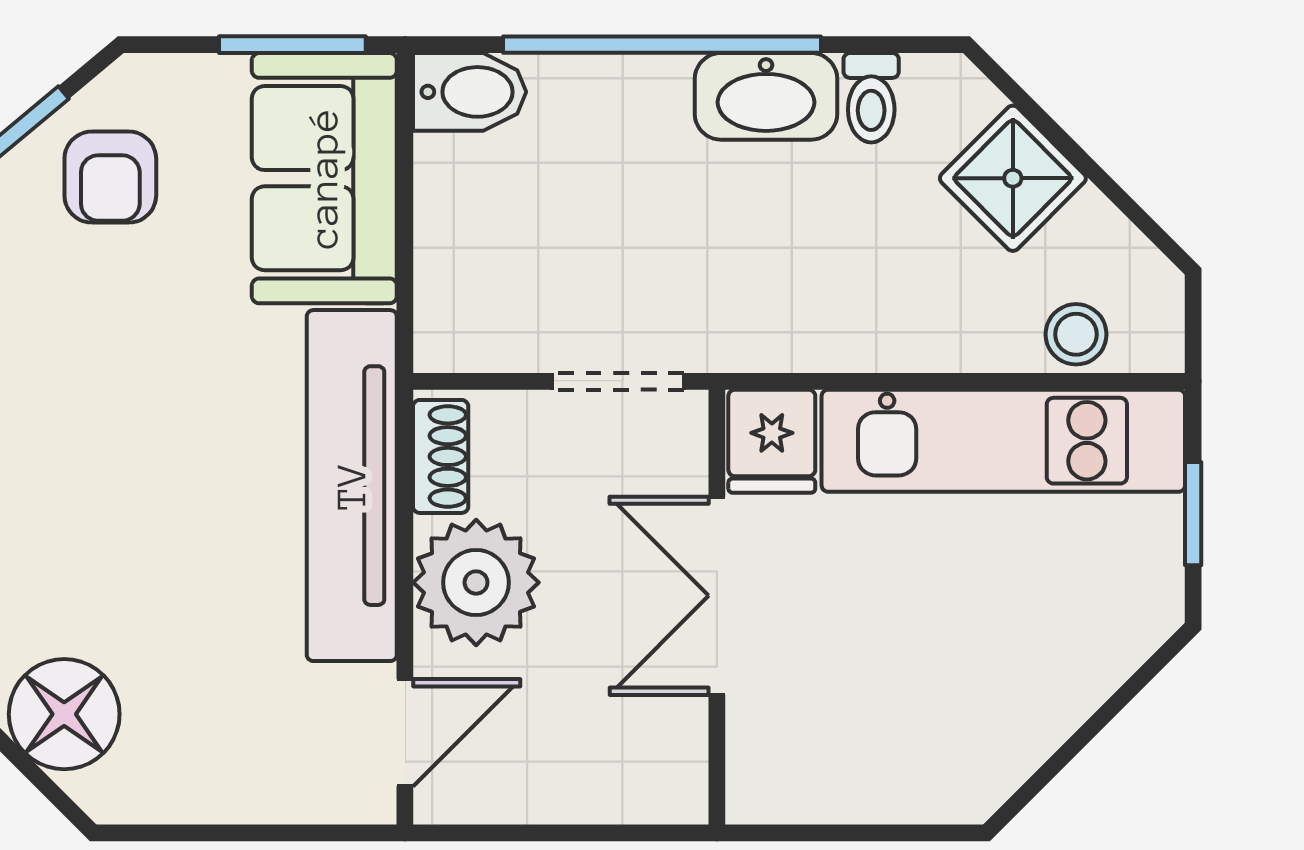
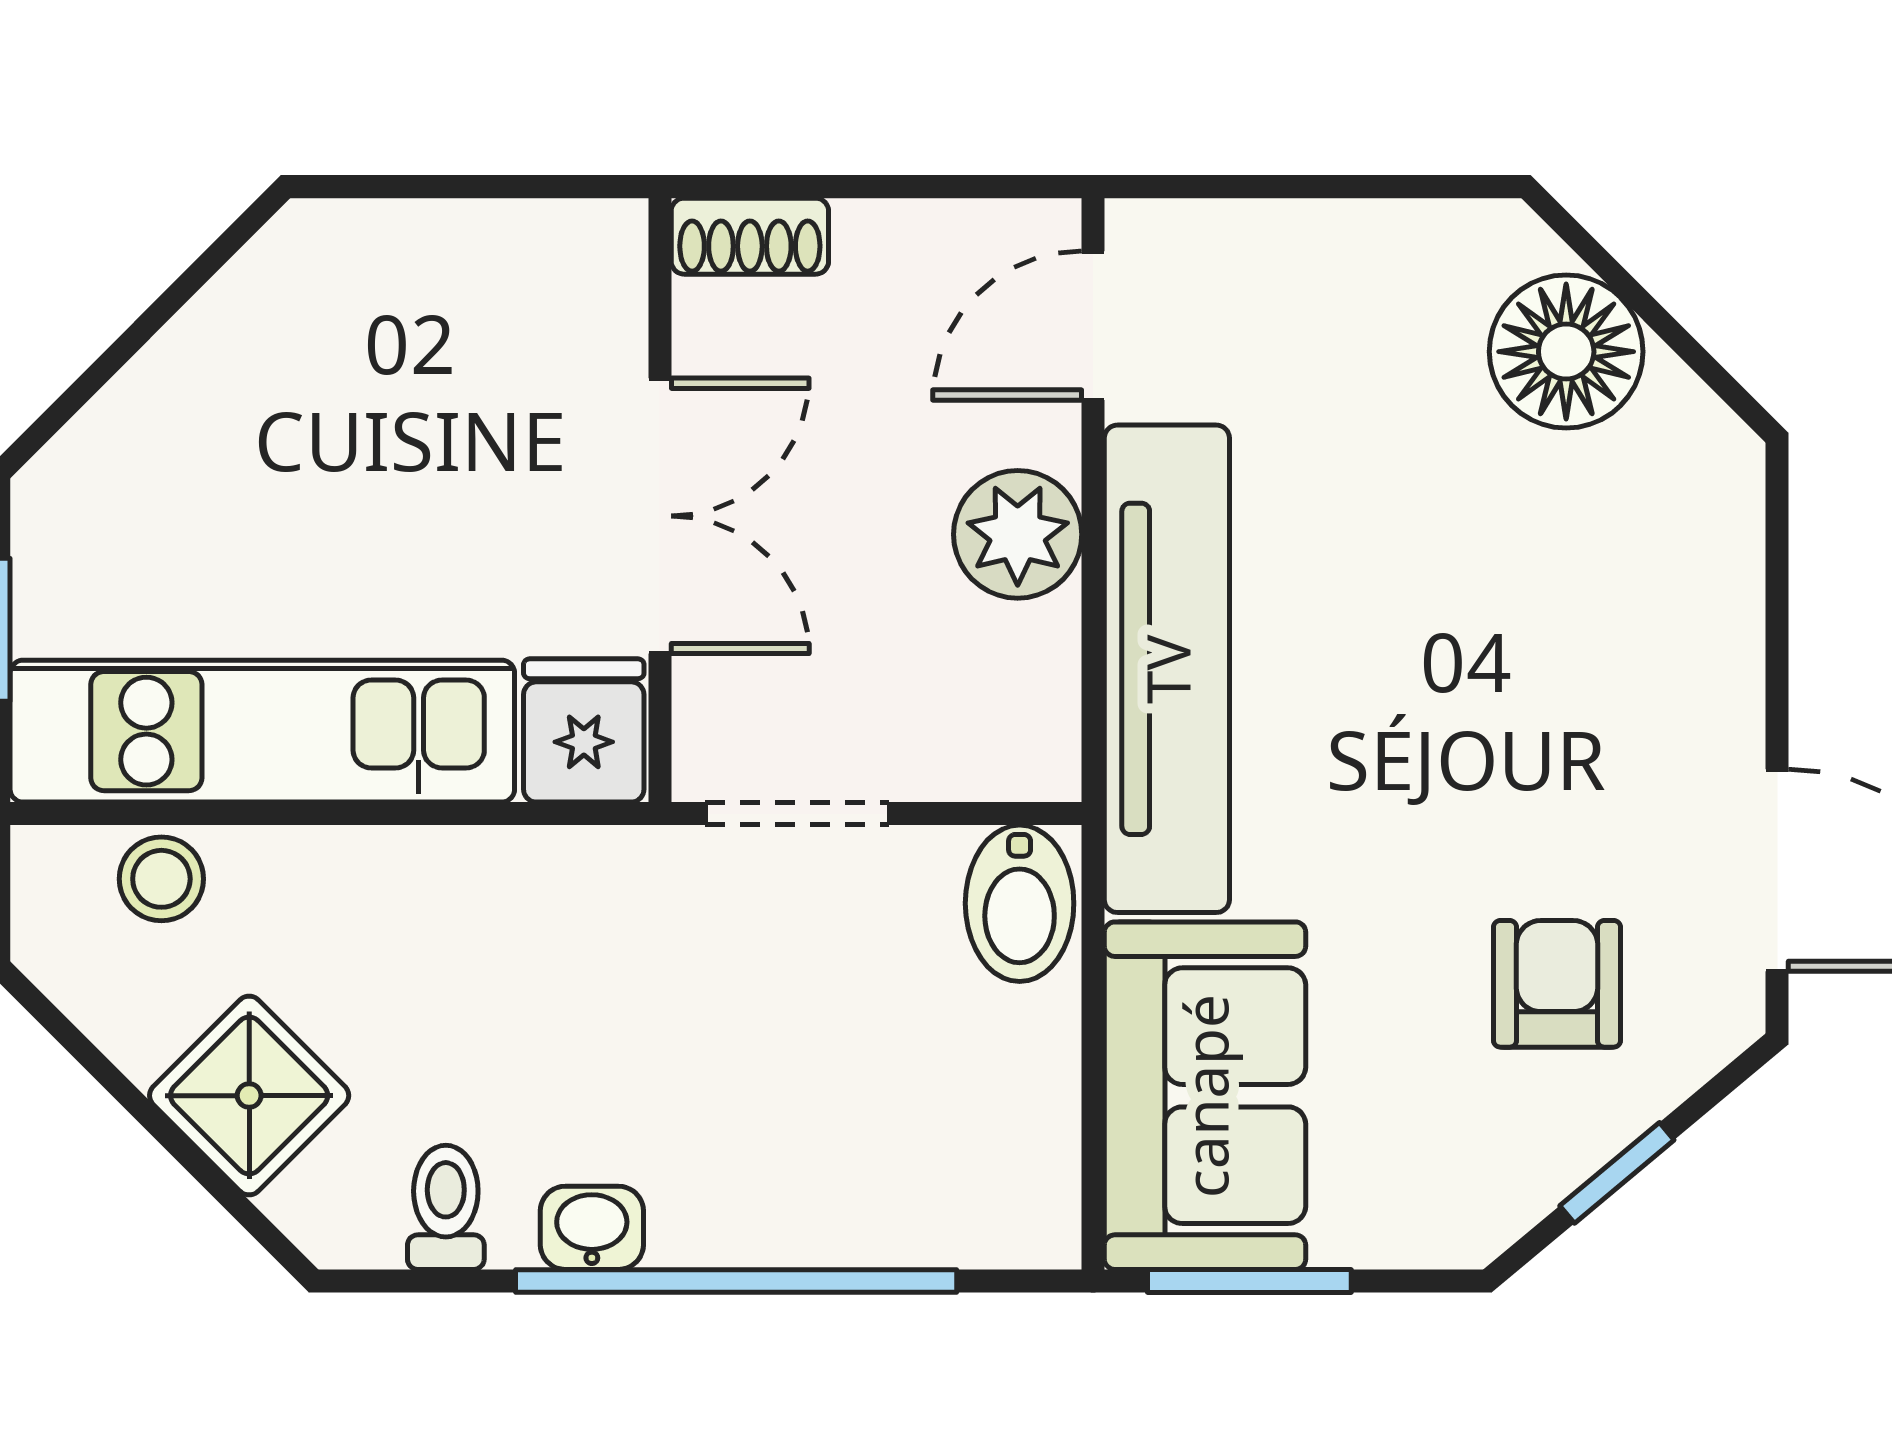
bidet: (470, 92) -> (1020, 903), moved, turned -90
washbasin: (766, 96) -> (592, 1228), width x0.52, depth x0.69
armchair: (110, 177) -> (1557, 984), moved
shoe rack: (441, 456) -> (750, 236), moved, turned -90
plant: (476, 582) -> (1018, 534), width x0.73, depth x0.73

